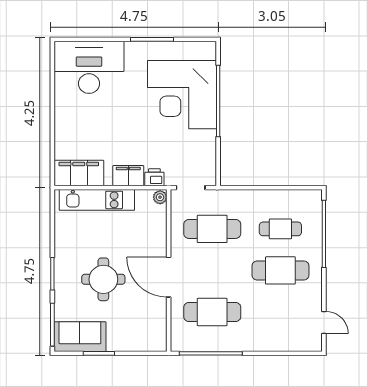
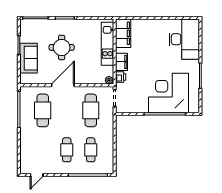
cafe table: (280, 270) -> (67, 150), width x0.73, depth x0.74
sofa: (80, 337) -> (28, 58), moved

